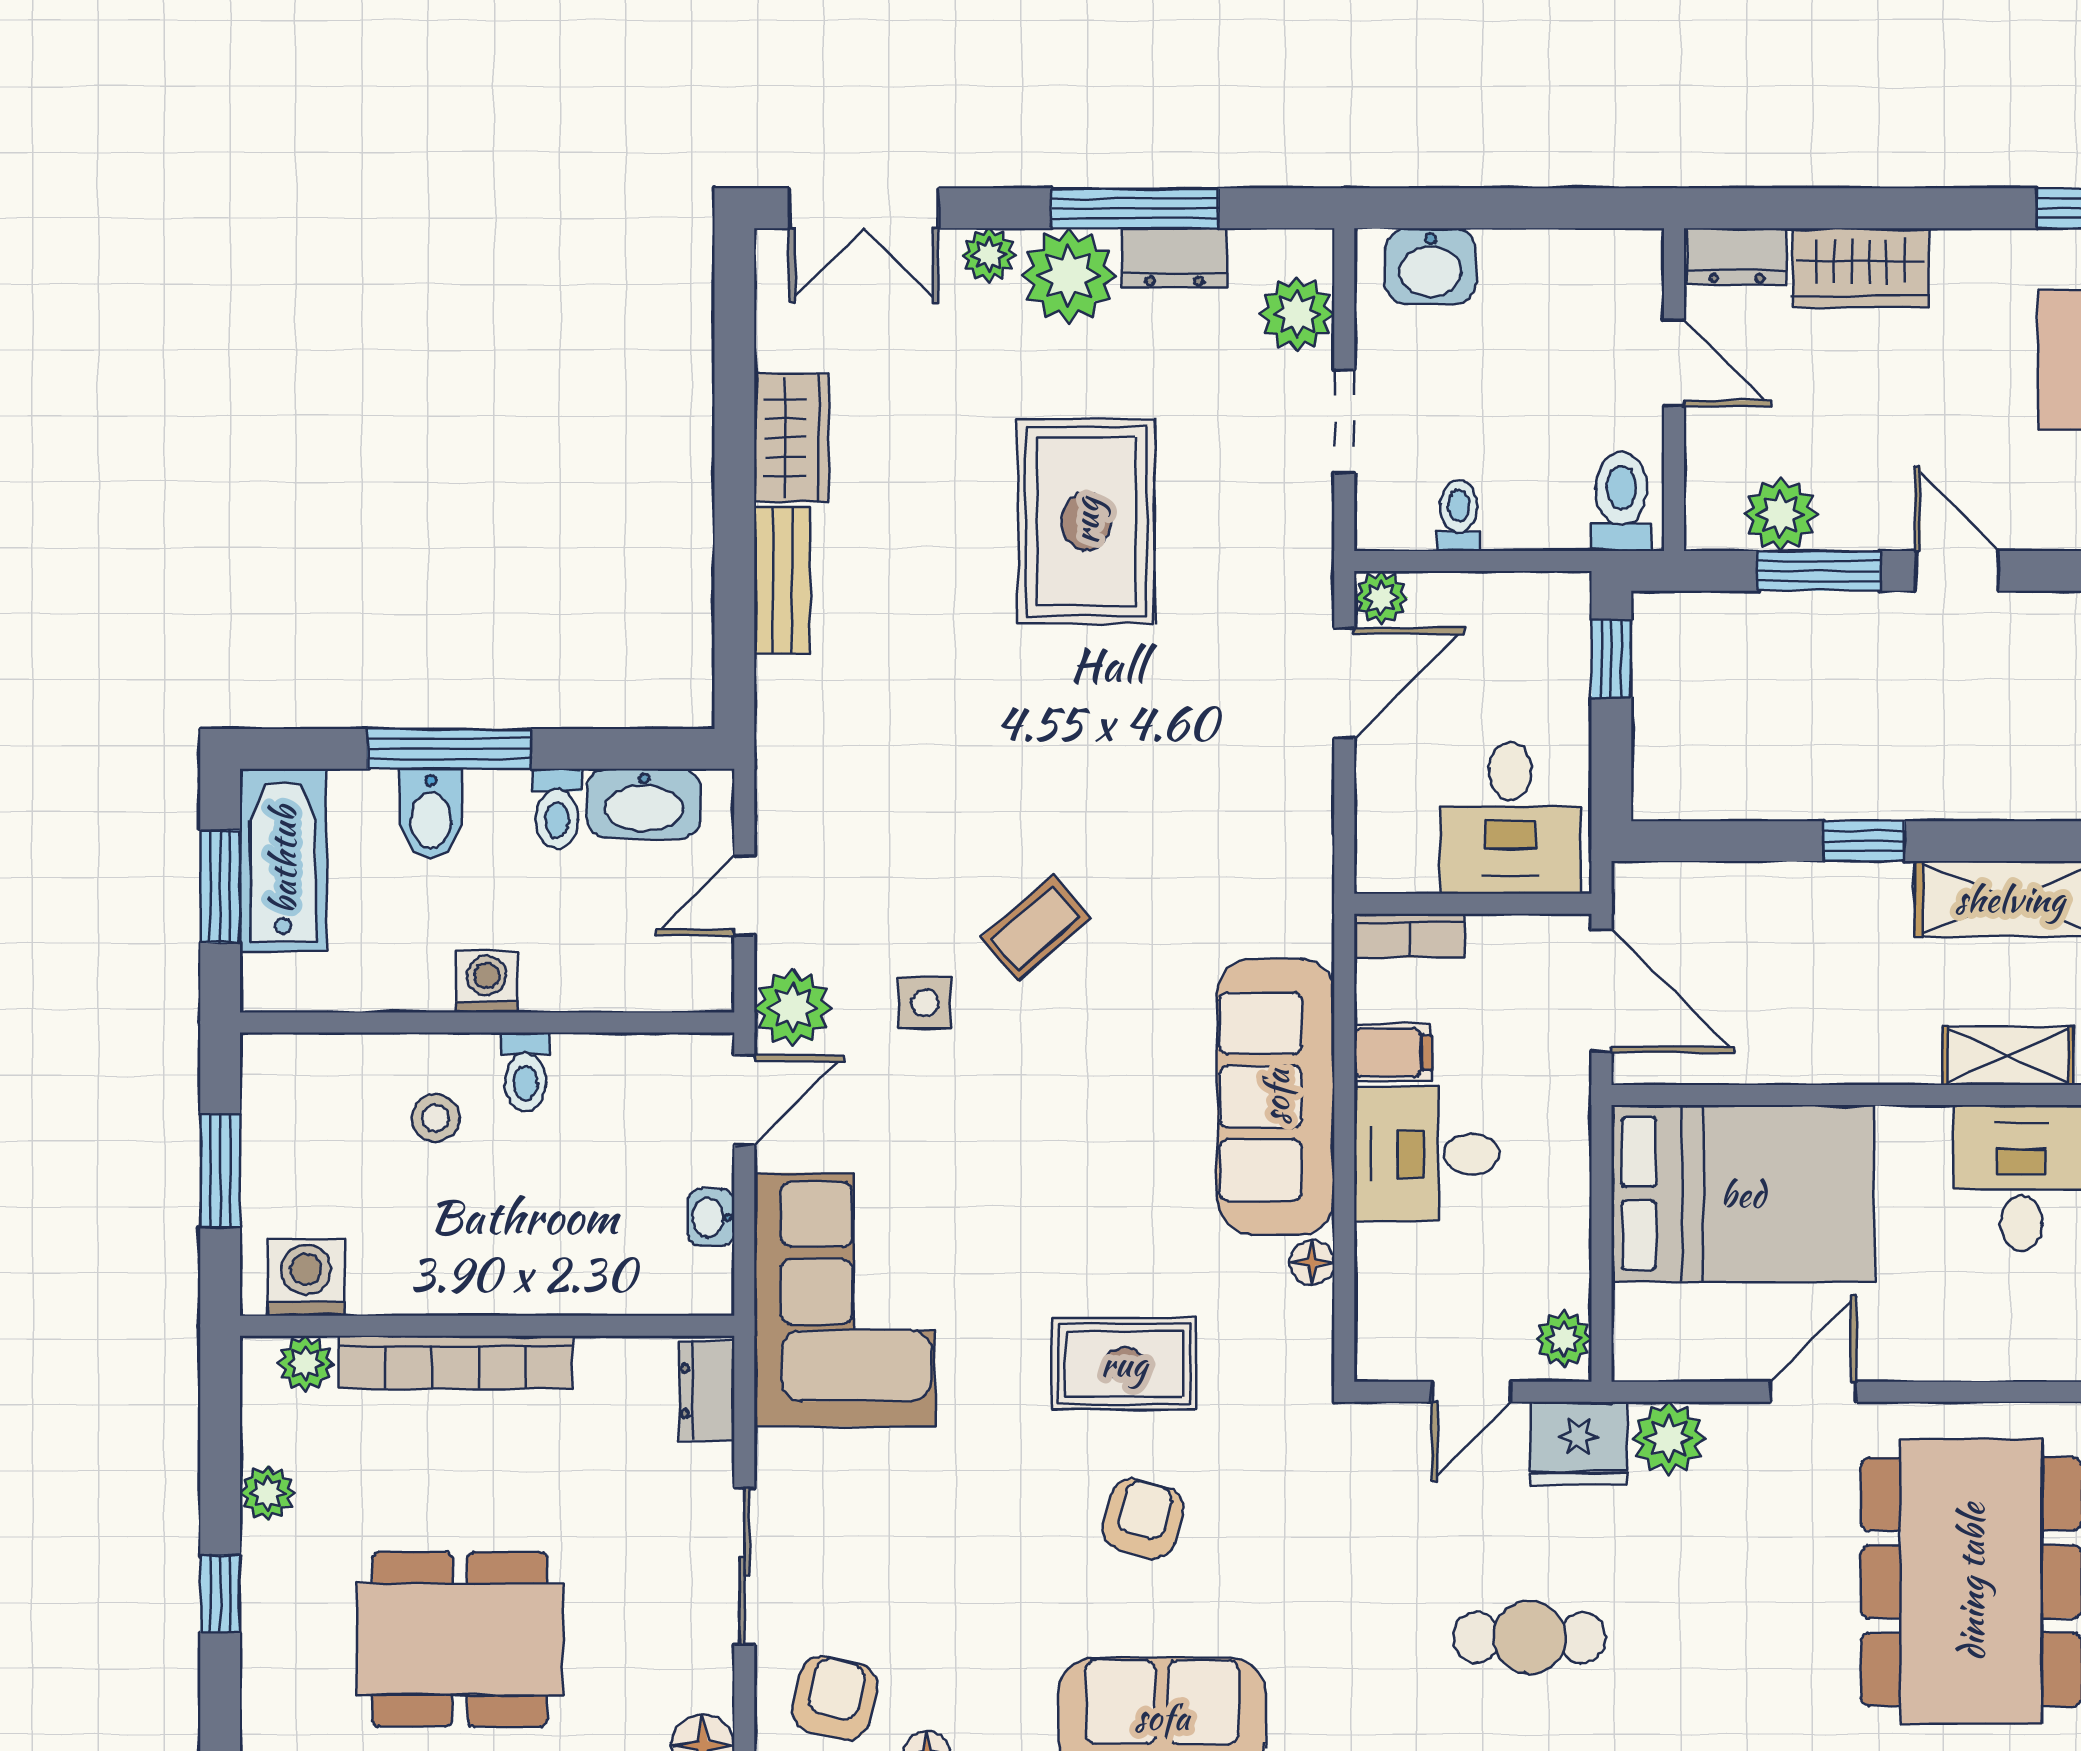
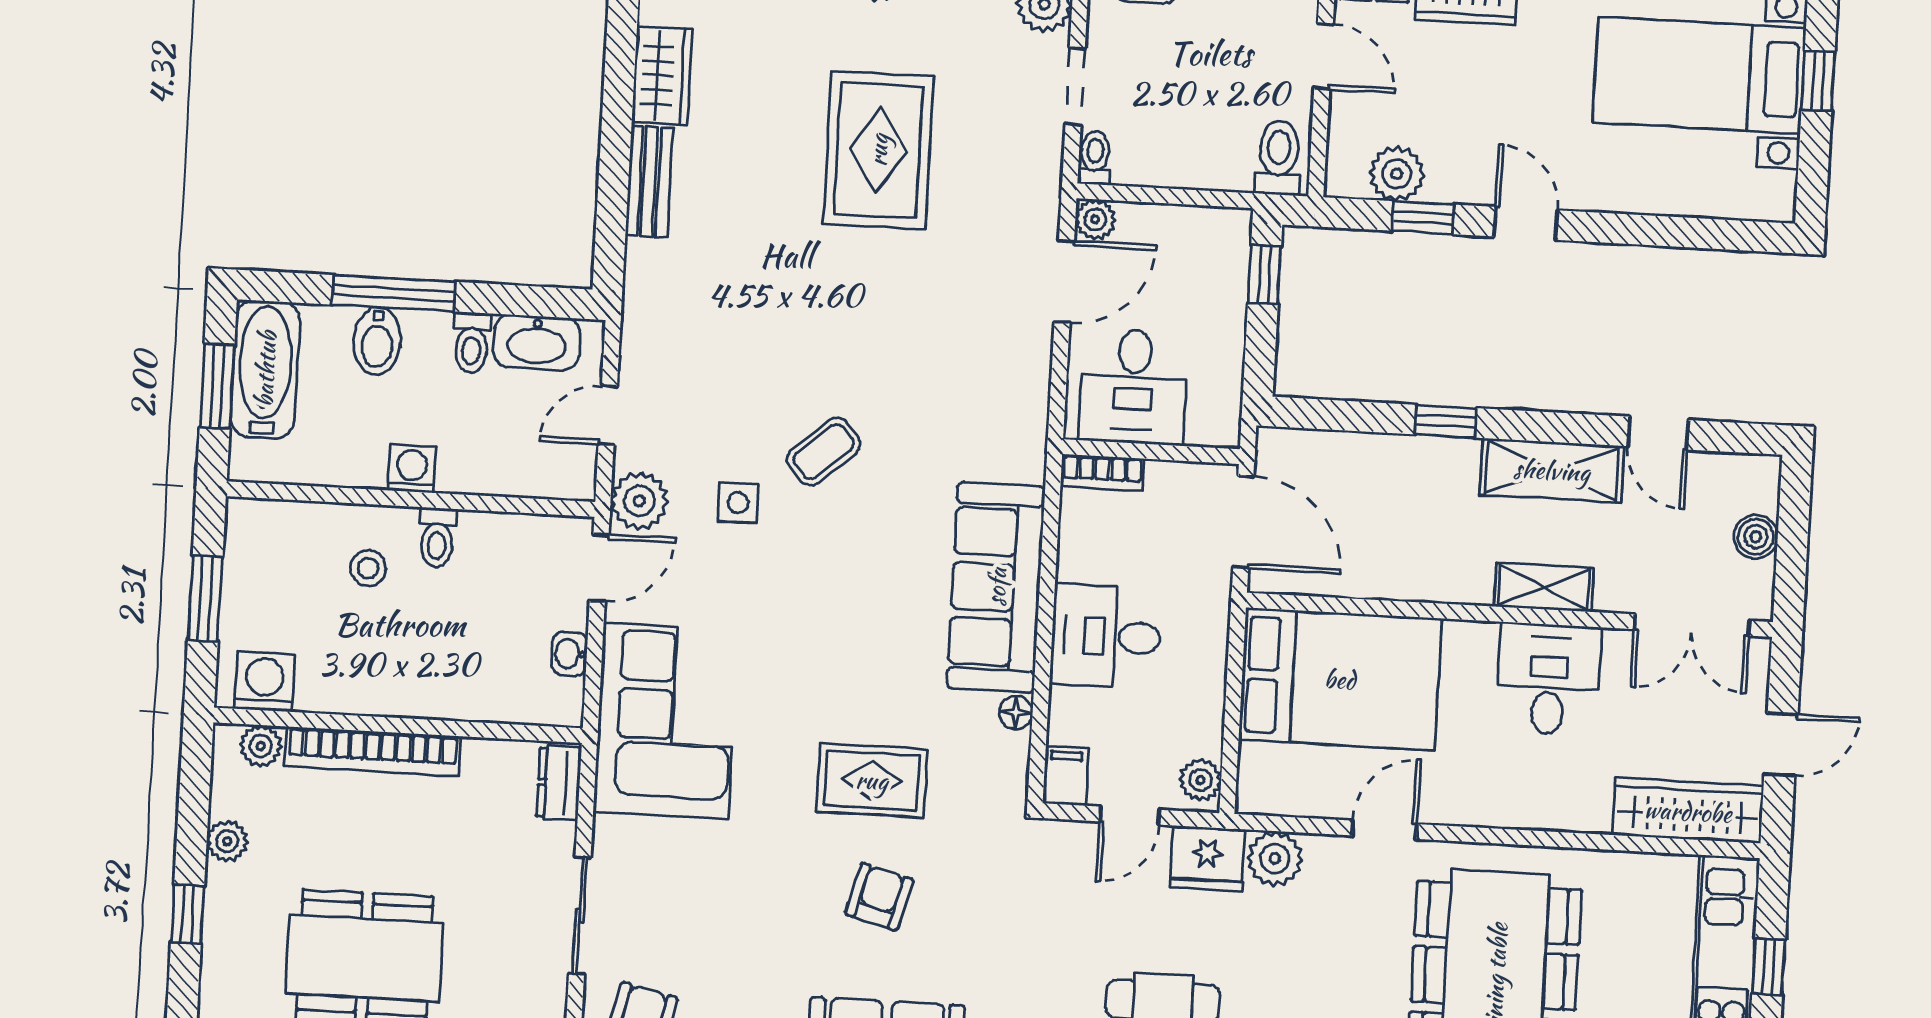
toilet: (1459, 516) -> (1095, 158), moved
window: (1819, 571) -> (1423, 218), width x0.67
desk: (1510, 818) -> (1134, 387), moved
filing cabinet: (1393, 1053) -> (1066, 776), moved, turned -90

